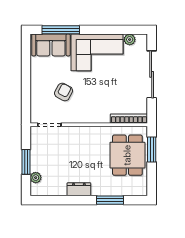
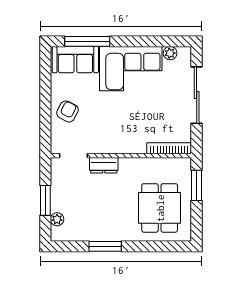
armchair: (64, 92) -> (67, 111), moved
dining table: (127, 155) -> (160, 208), moved
dresser: (79, 189) -> (104, 165), moved, turned 180
window: (110, 200) -> (105, 246), moved

